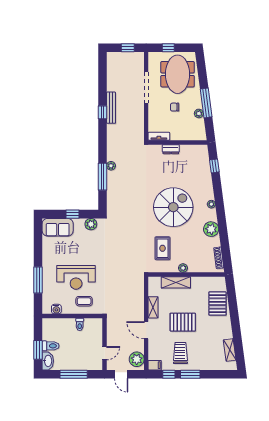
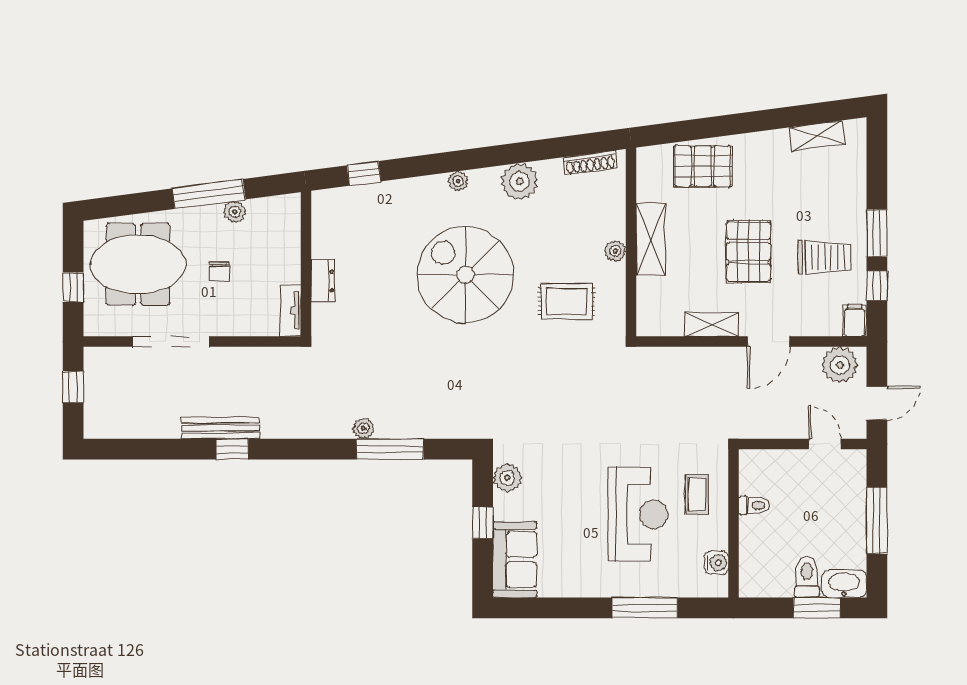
shelving: (176, 282) -> (651, 239), moved
trolley: (180, 353) -> (825, 257), turned 180

